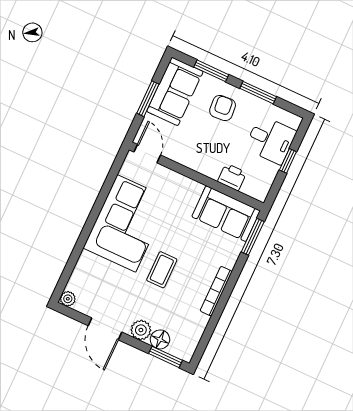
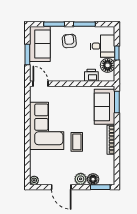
floor lamp: (264, 173) -> (108, 65), added
sofa: (226, 214) -> (105, 107), moved, turned 90

